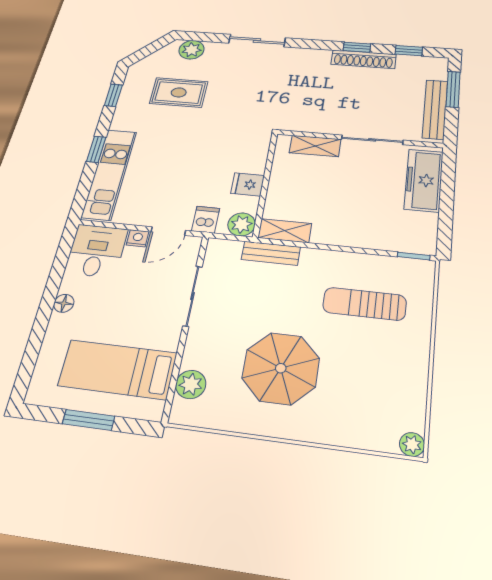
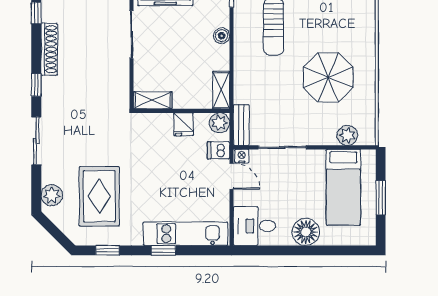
window: (357, 47) -> (36, 85), moved
rug: (179, 92) -> (99, 196), width x1.36, depth x1.43
shelving: (315, 146) -> (153, 100), moved, turned 90
nightstand: (138, 238) -> (242, 156), moved, turned 90
boiler: (359, 239) -> (222, 36), added
bench: (271, 253) -> (241, 125), moved
floor lamp: (64, 303) -> (306, 232), width x1.89, depth x1.89

